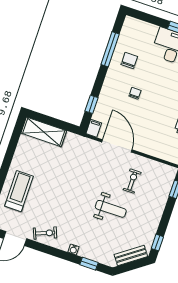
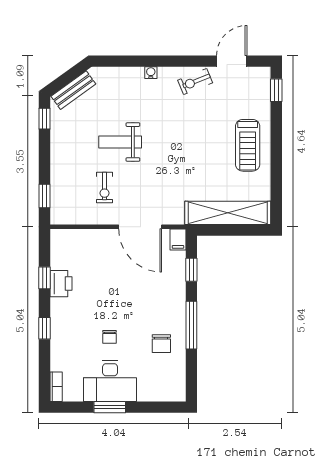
window: (110, 49) -> (191, 325), moved
chair: (135, 93) -> (110, 337), moved
shelving: (44, 132) -> (228, 213), width x1.47
treadmill: (19, 191) -> (248, 145), moved
window: (89, 264) -> (124, 61), removed

